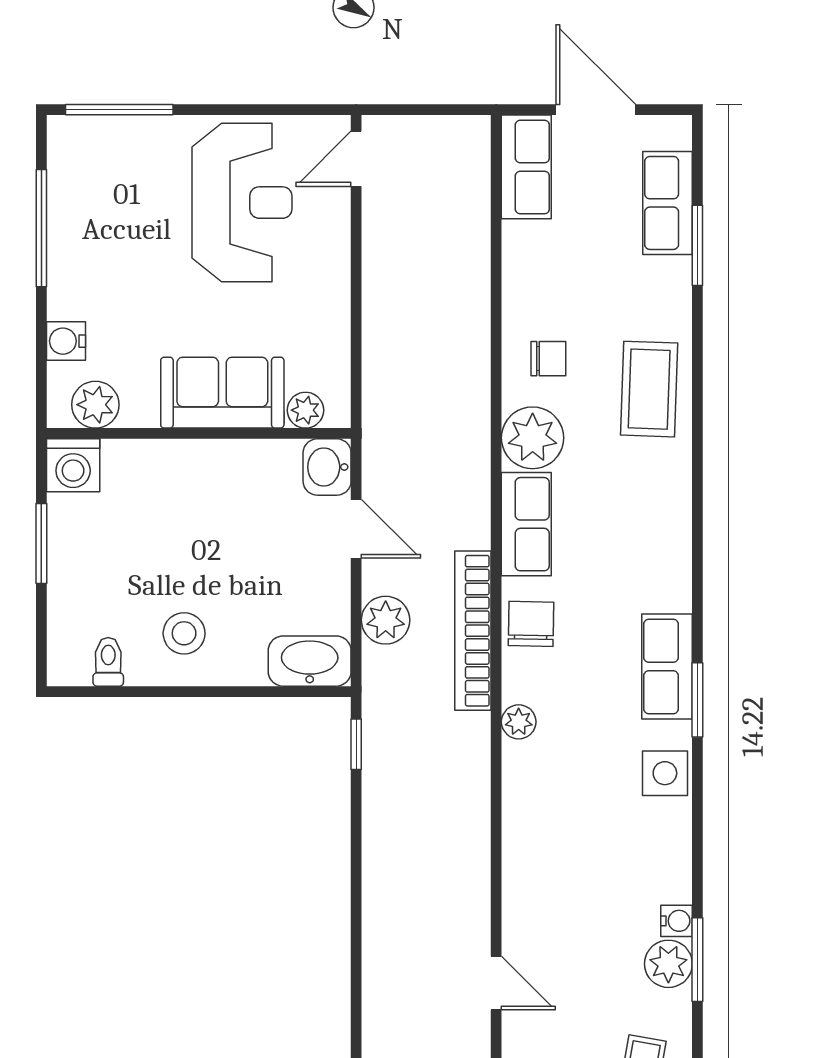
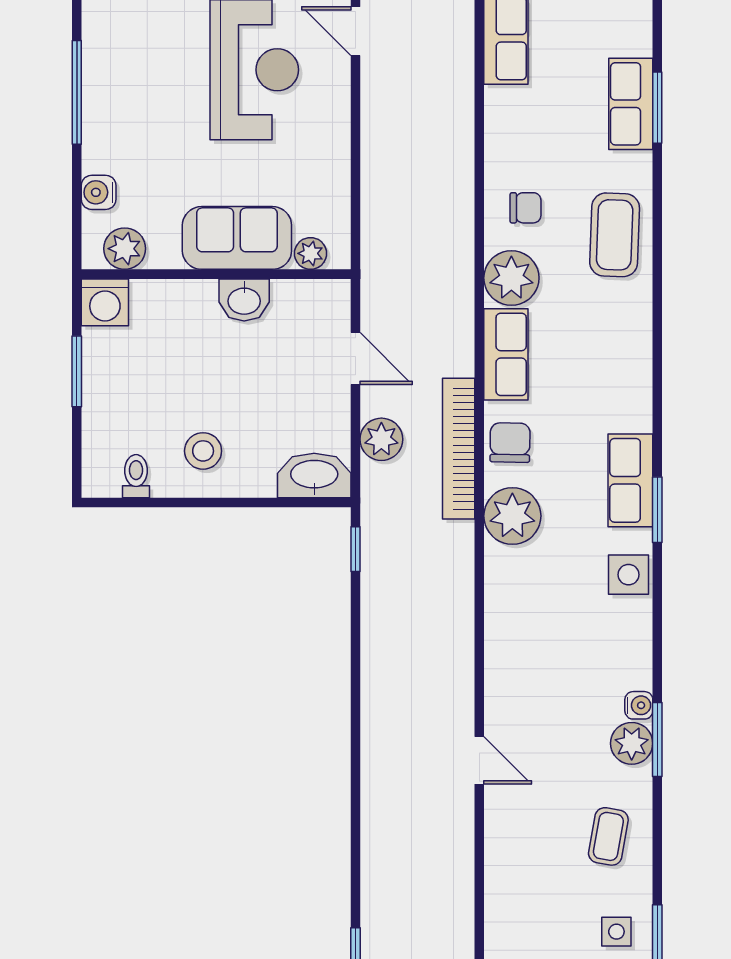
door: (356, 159) -> (355, 31), hinge flipped
row of seats: (668, 203) -> (631, 104), moved
washbasin: (327, 467) -> (244, 300), moved, turned -90
plant: (519, 722) -> (512, 516), width x1.87, depth x1.87

